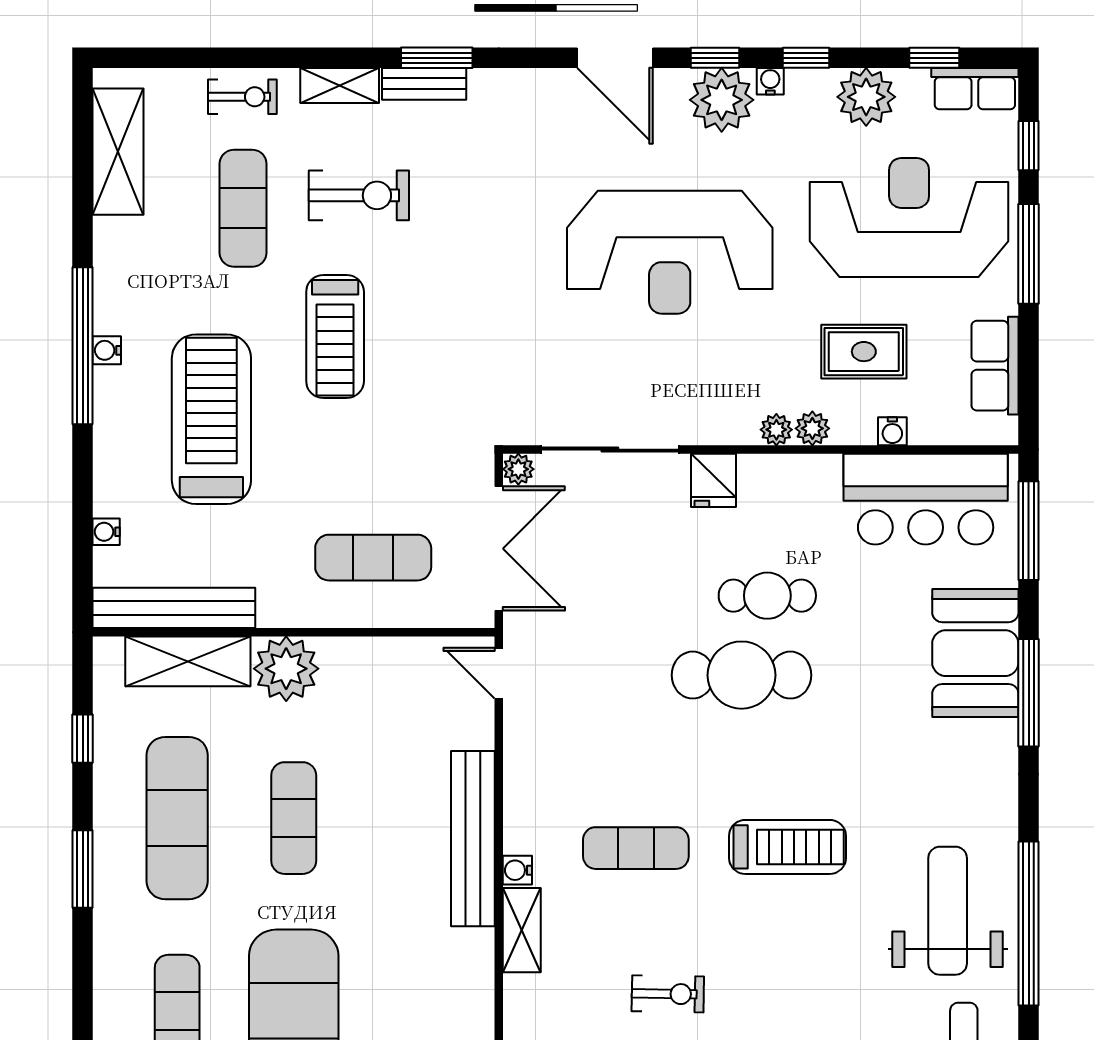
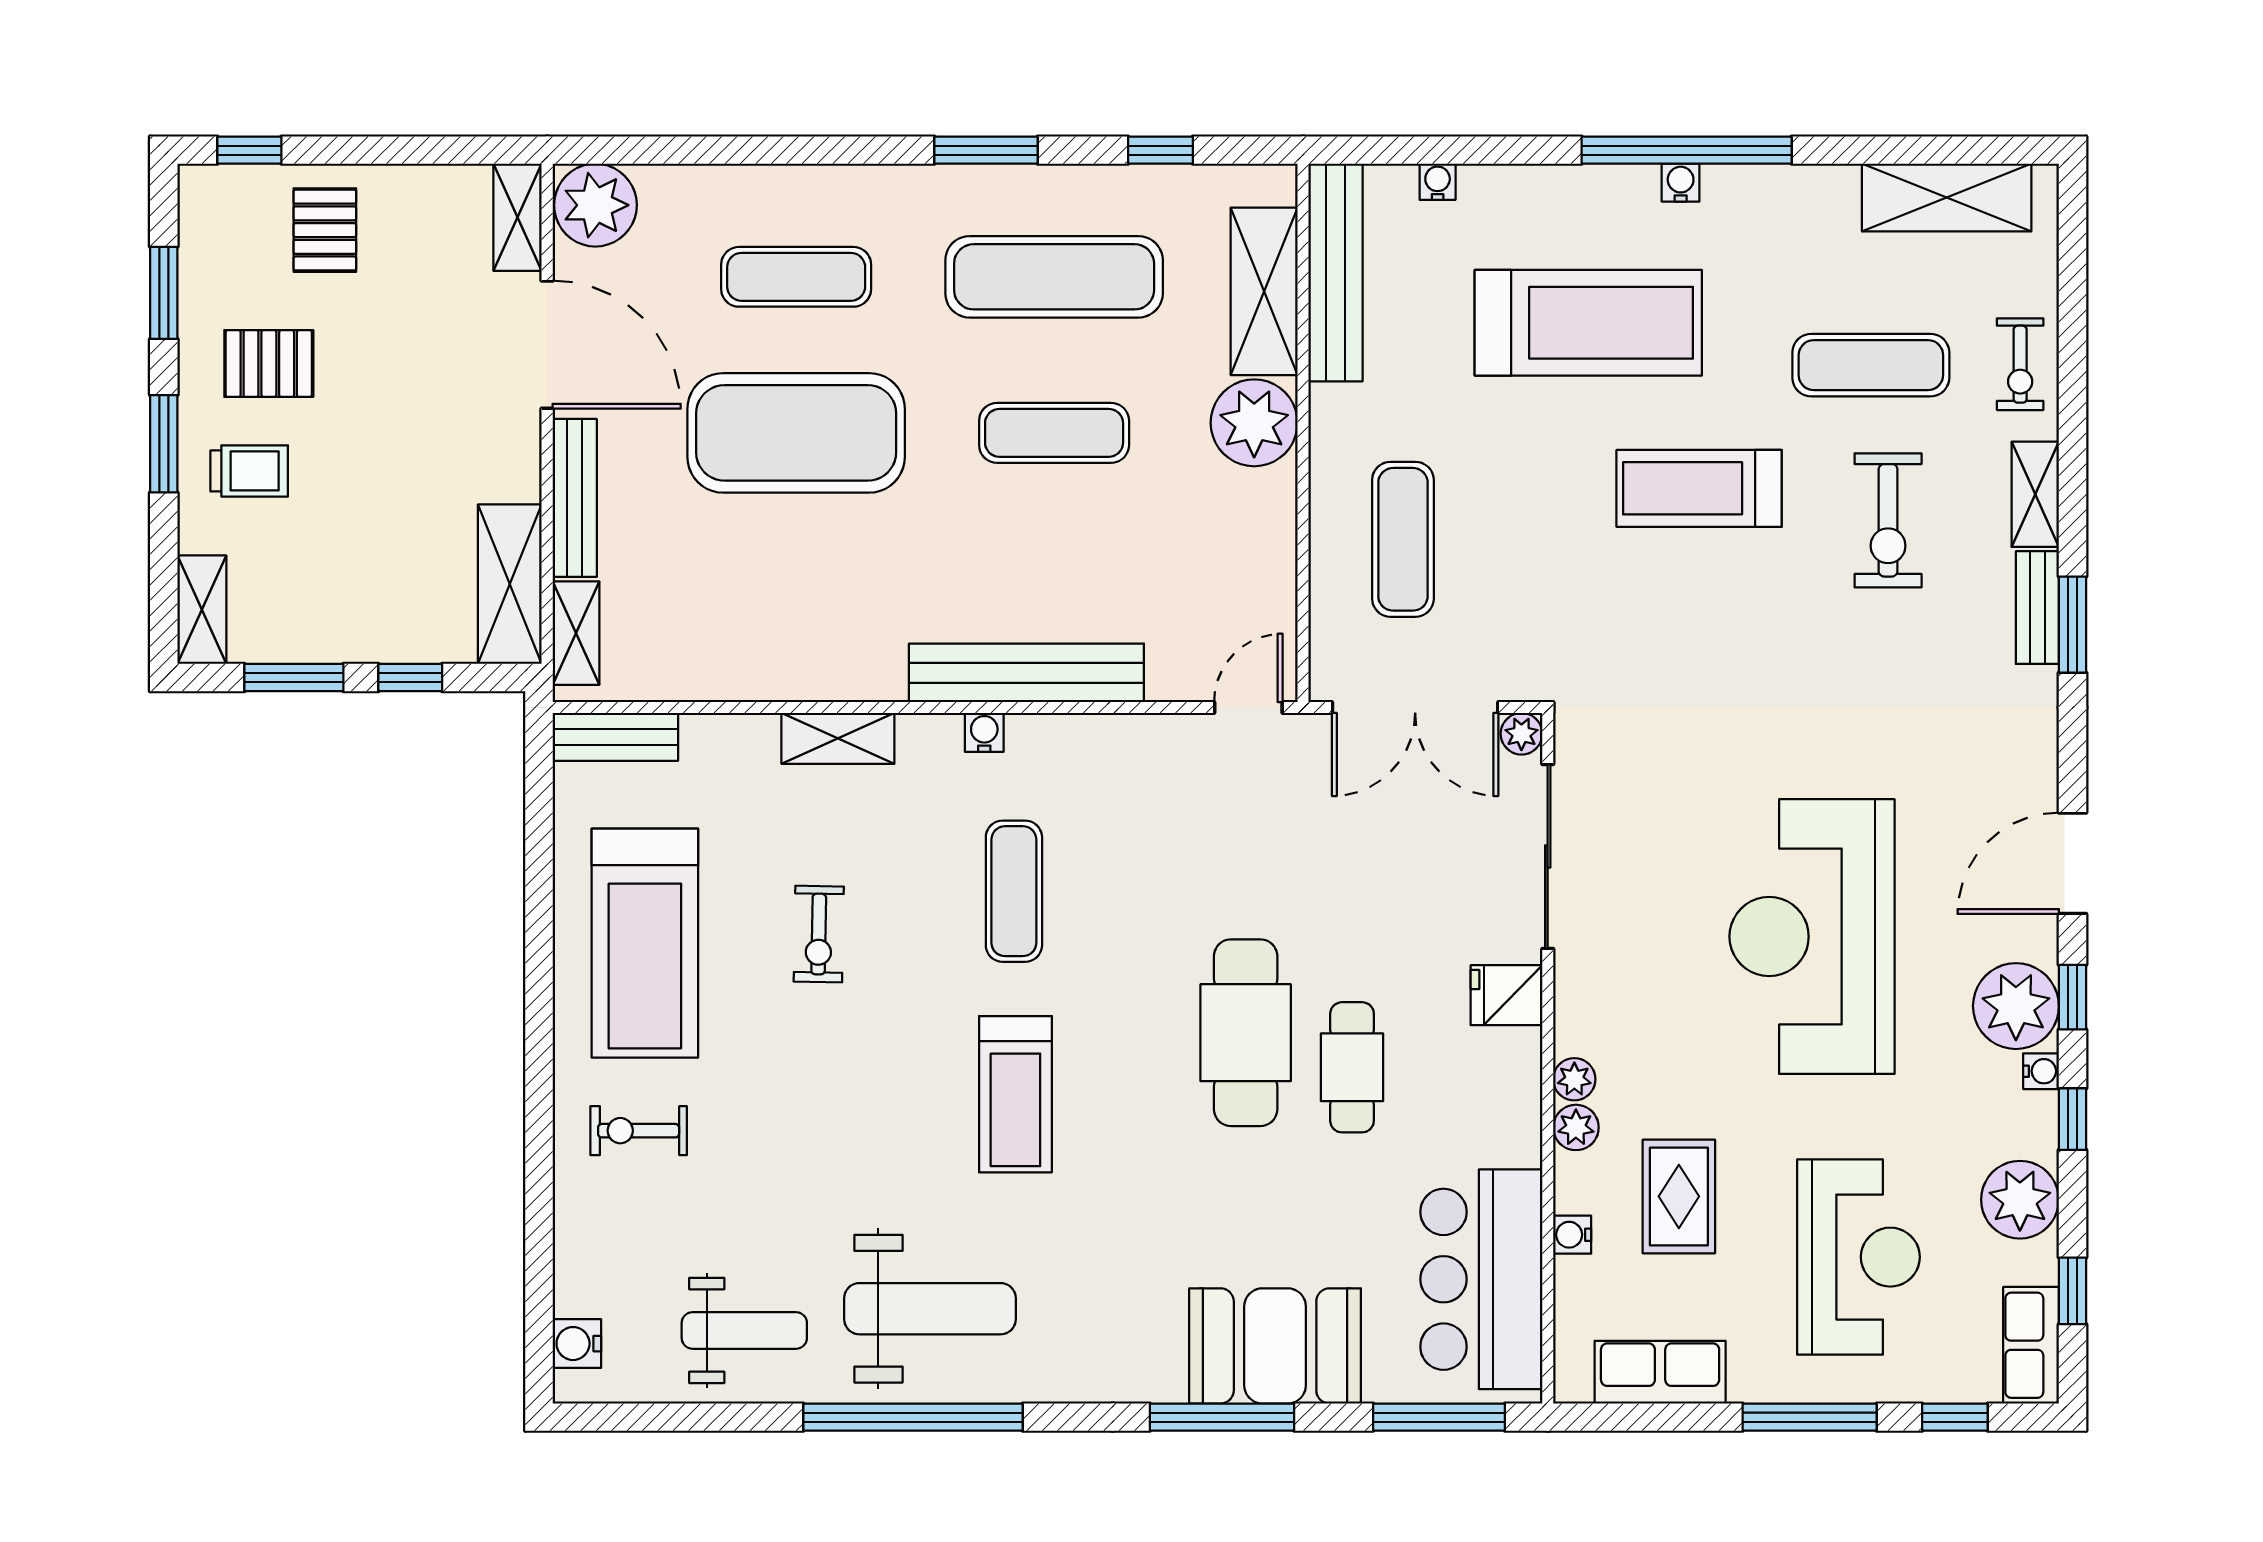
reception desk: (909, 218) -> (1858, 1257), width x0.74, depth x0.77
shelving: (522, 930) -> (838, 738), moved

